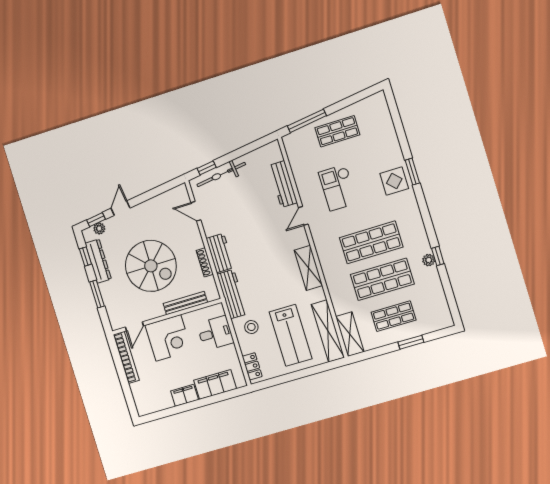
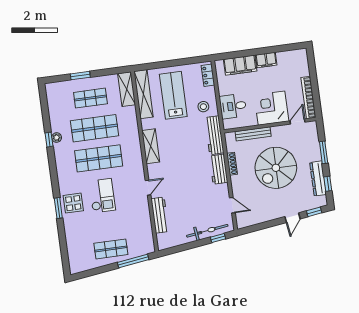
checkout: (338, 188) -> (102, 196), moved
plant: (99, 228) -> (313, 204), removed
spiral stairs: (151, 266) -> (276, 168), turned -90

